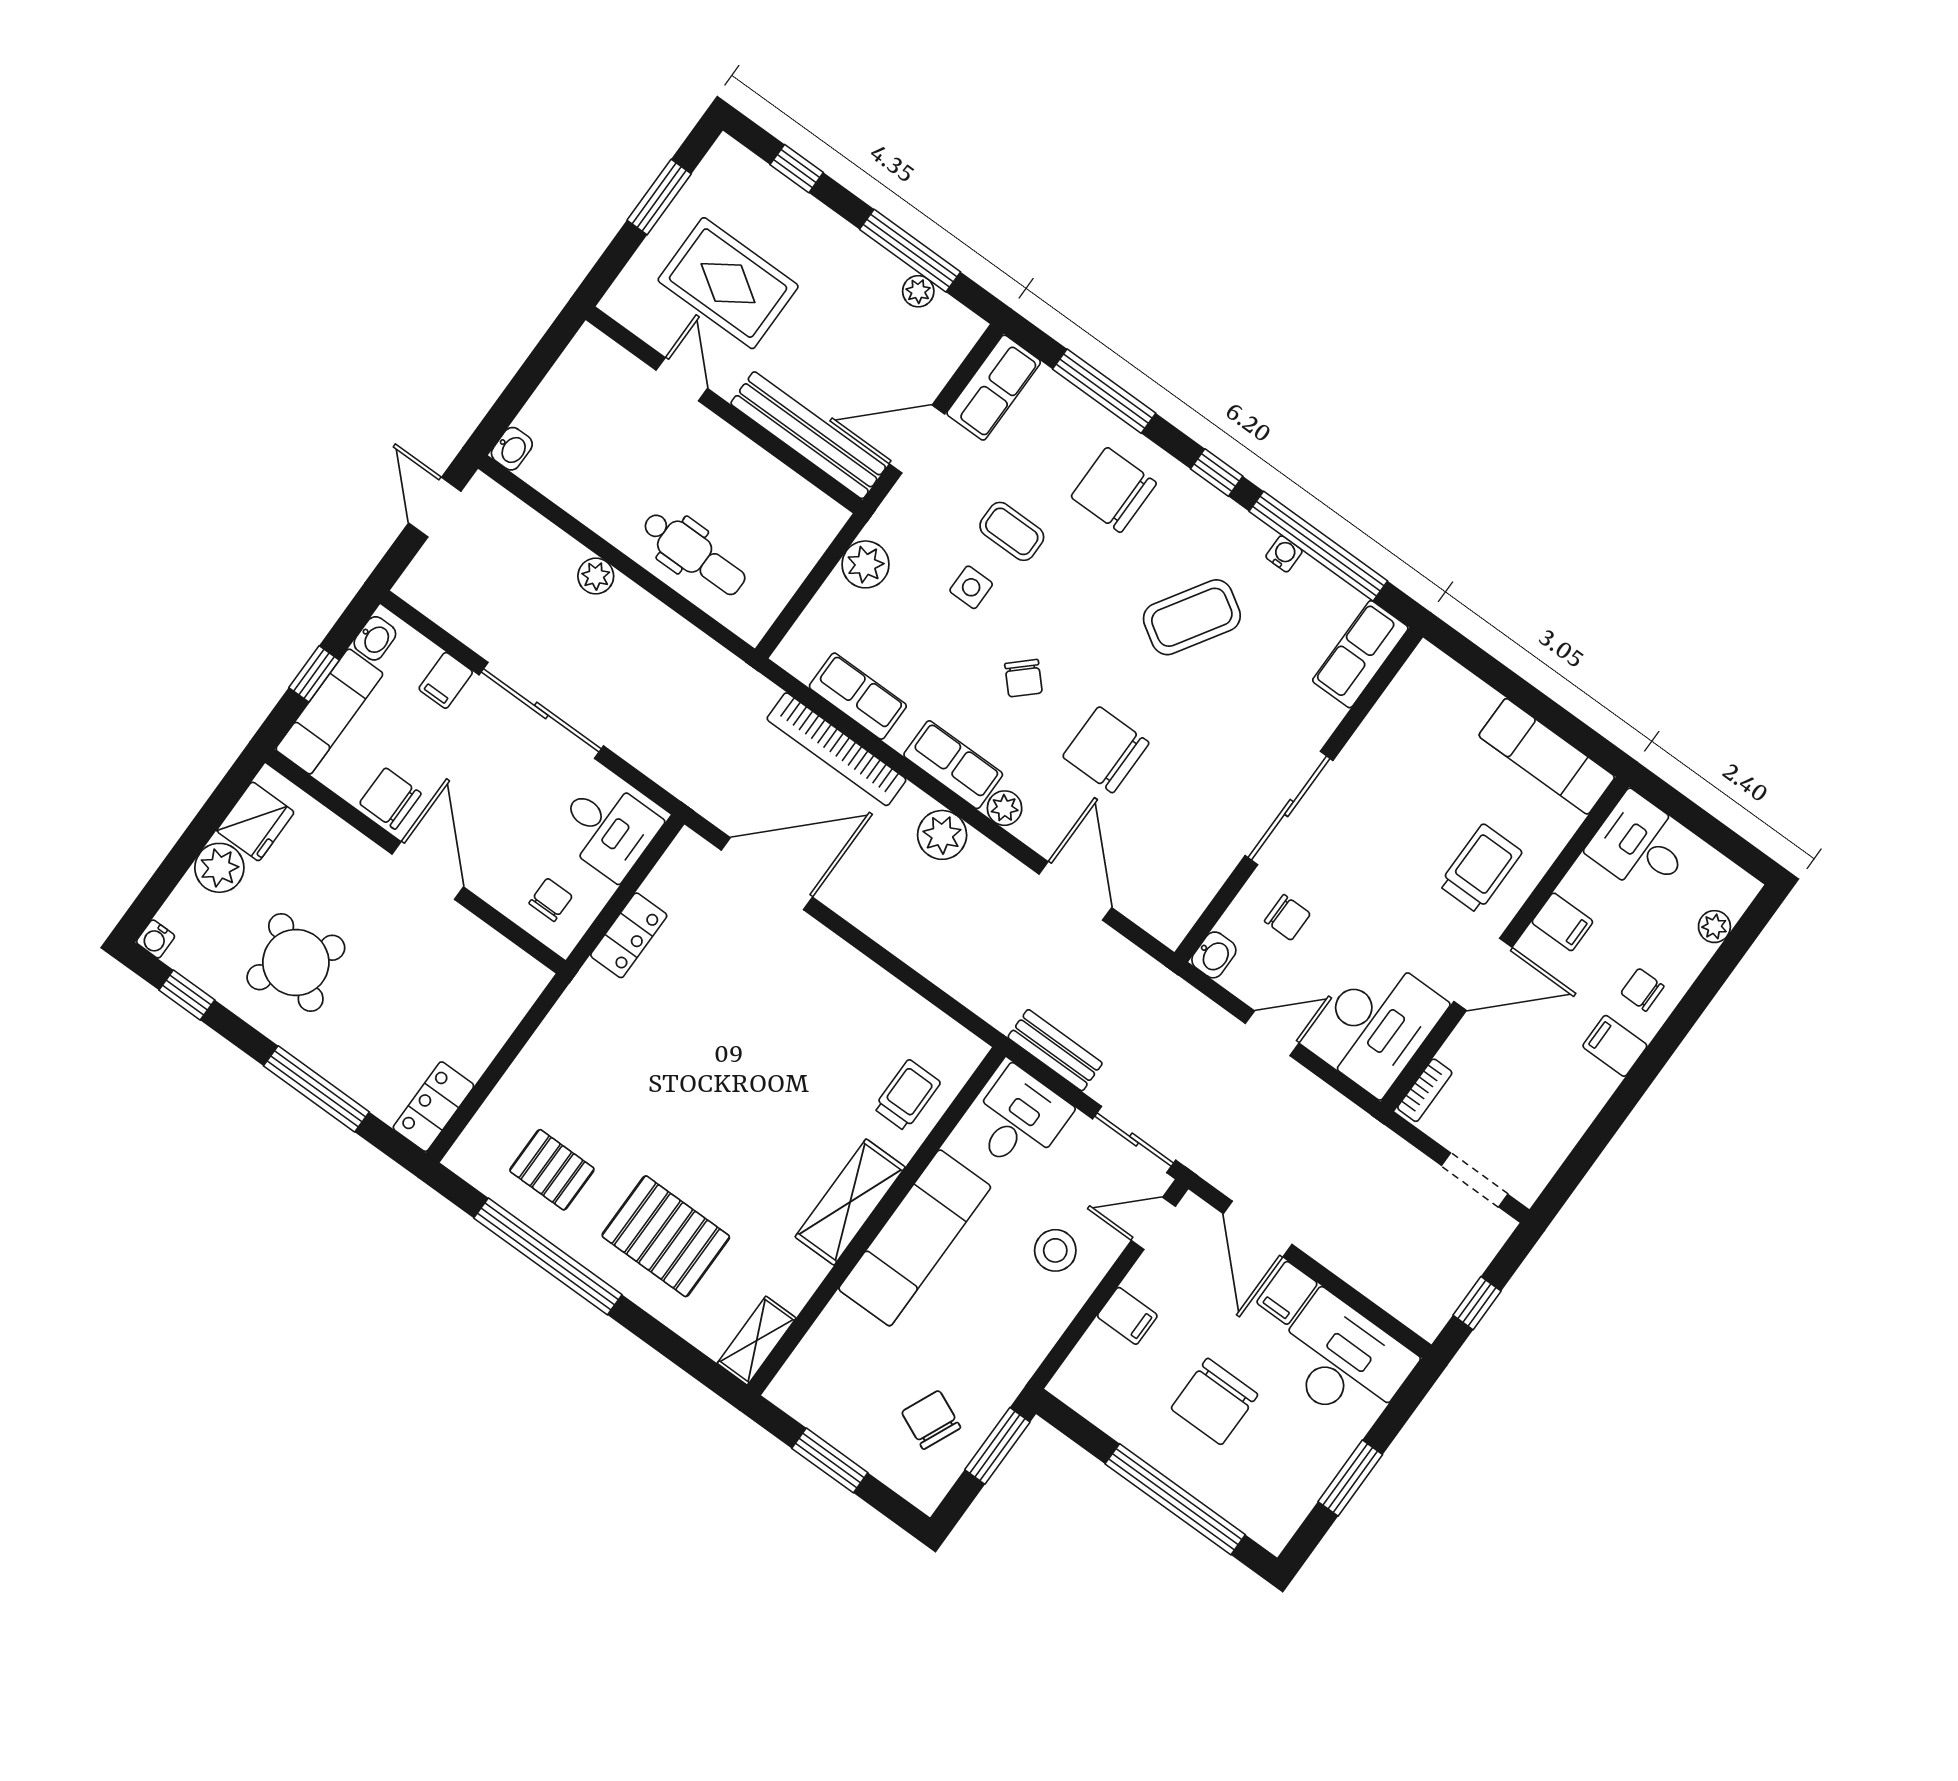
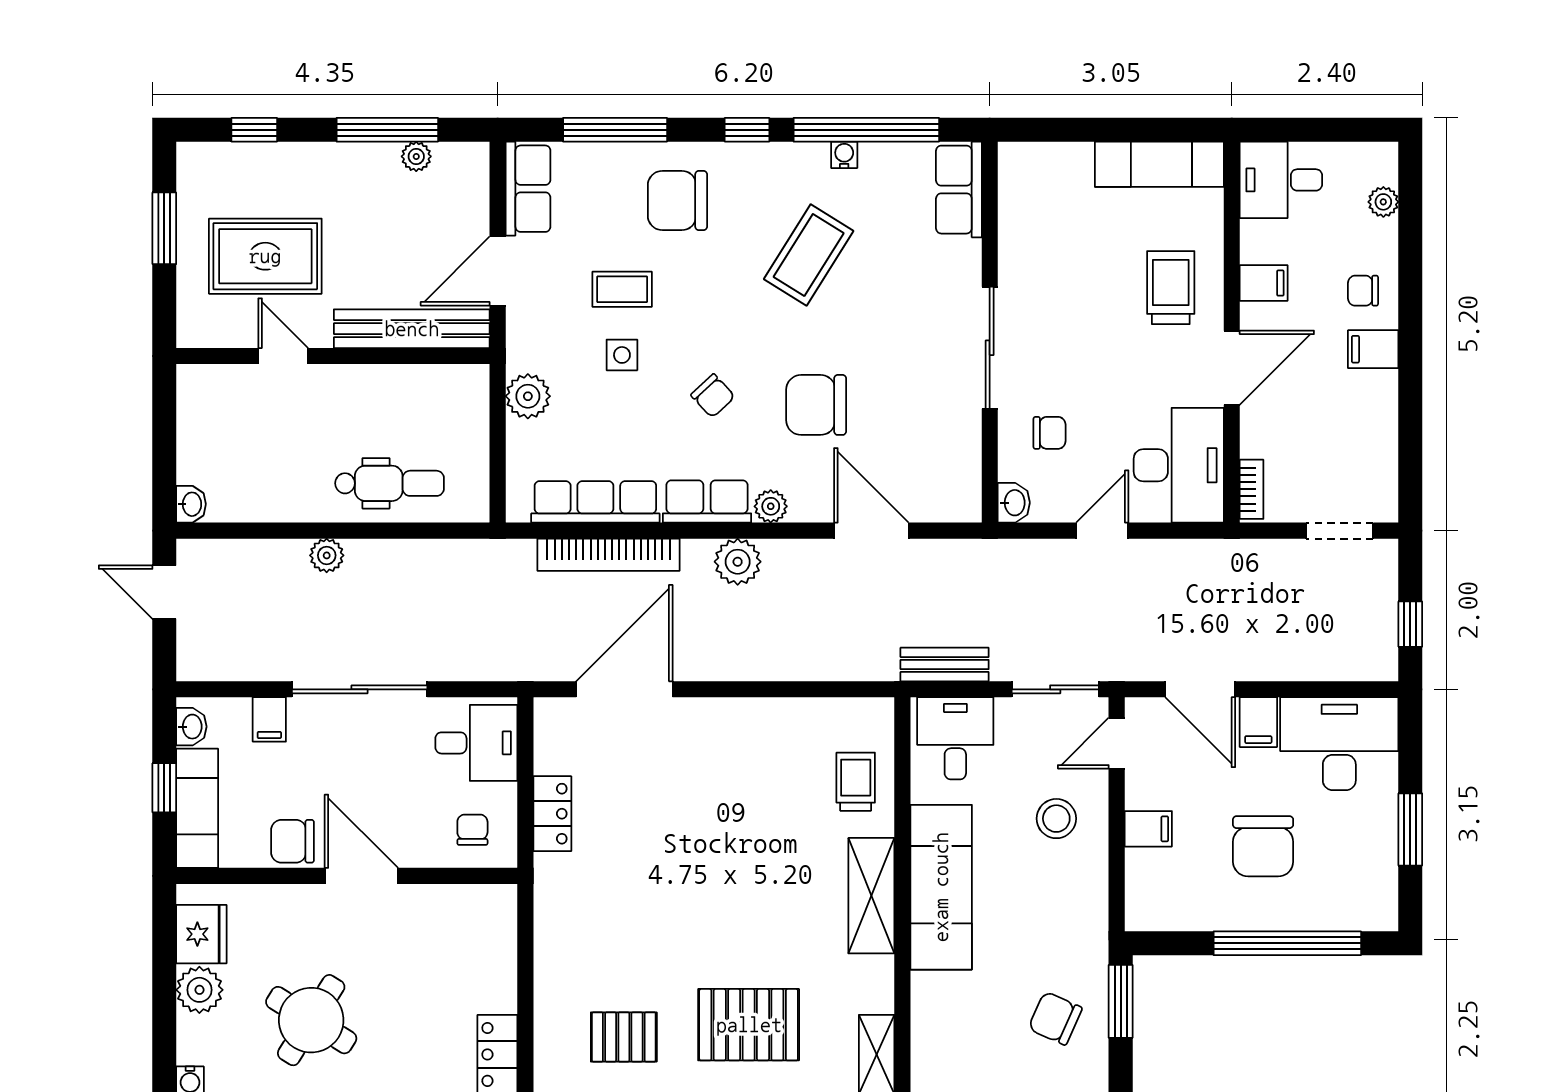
row of seats: (858, 696) -> (595, 502), width x1.48

